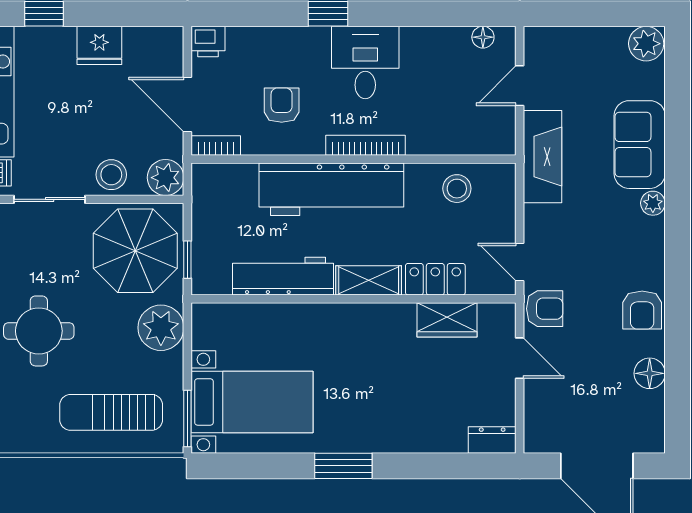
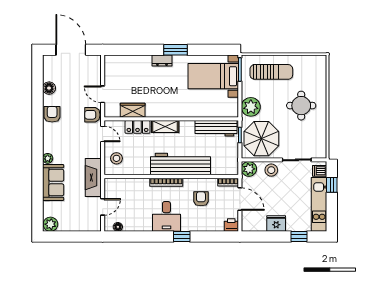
armchair: (282, 105) -> (201, 199), turned 180
stool: (457, 189) -> (116, 158), moved
workbench: (283, 276) -> (216, 128), moved
dresser: (492, 440) -> (162, 61), moved

